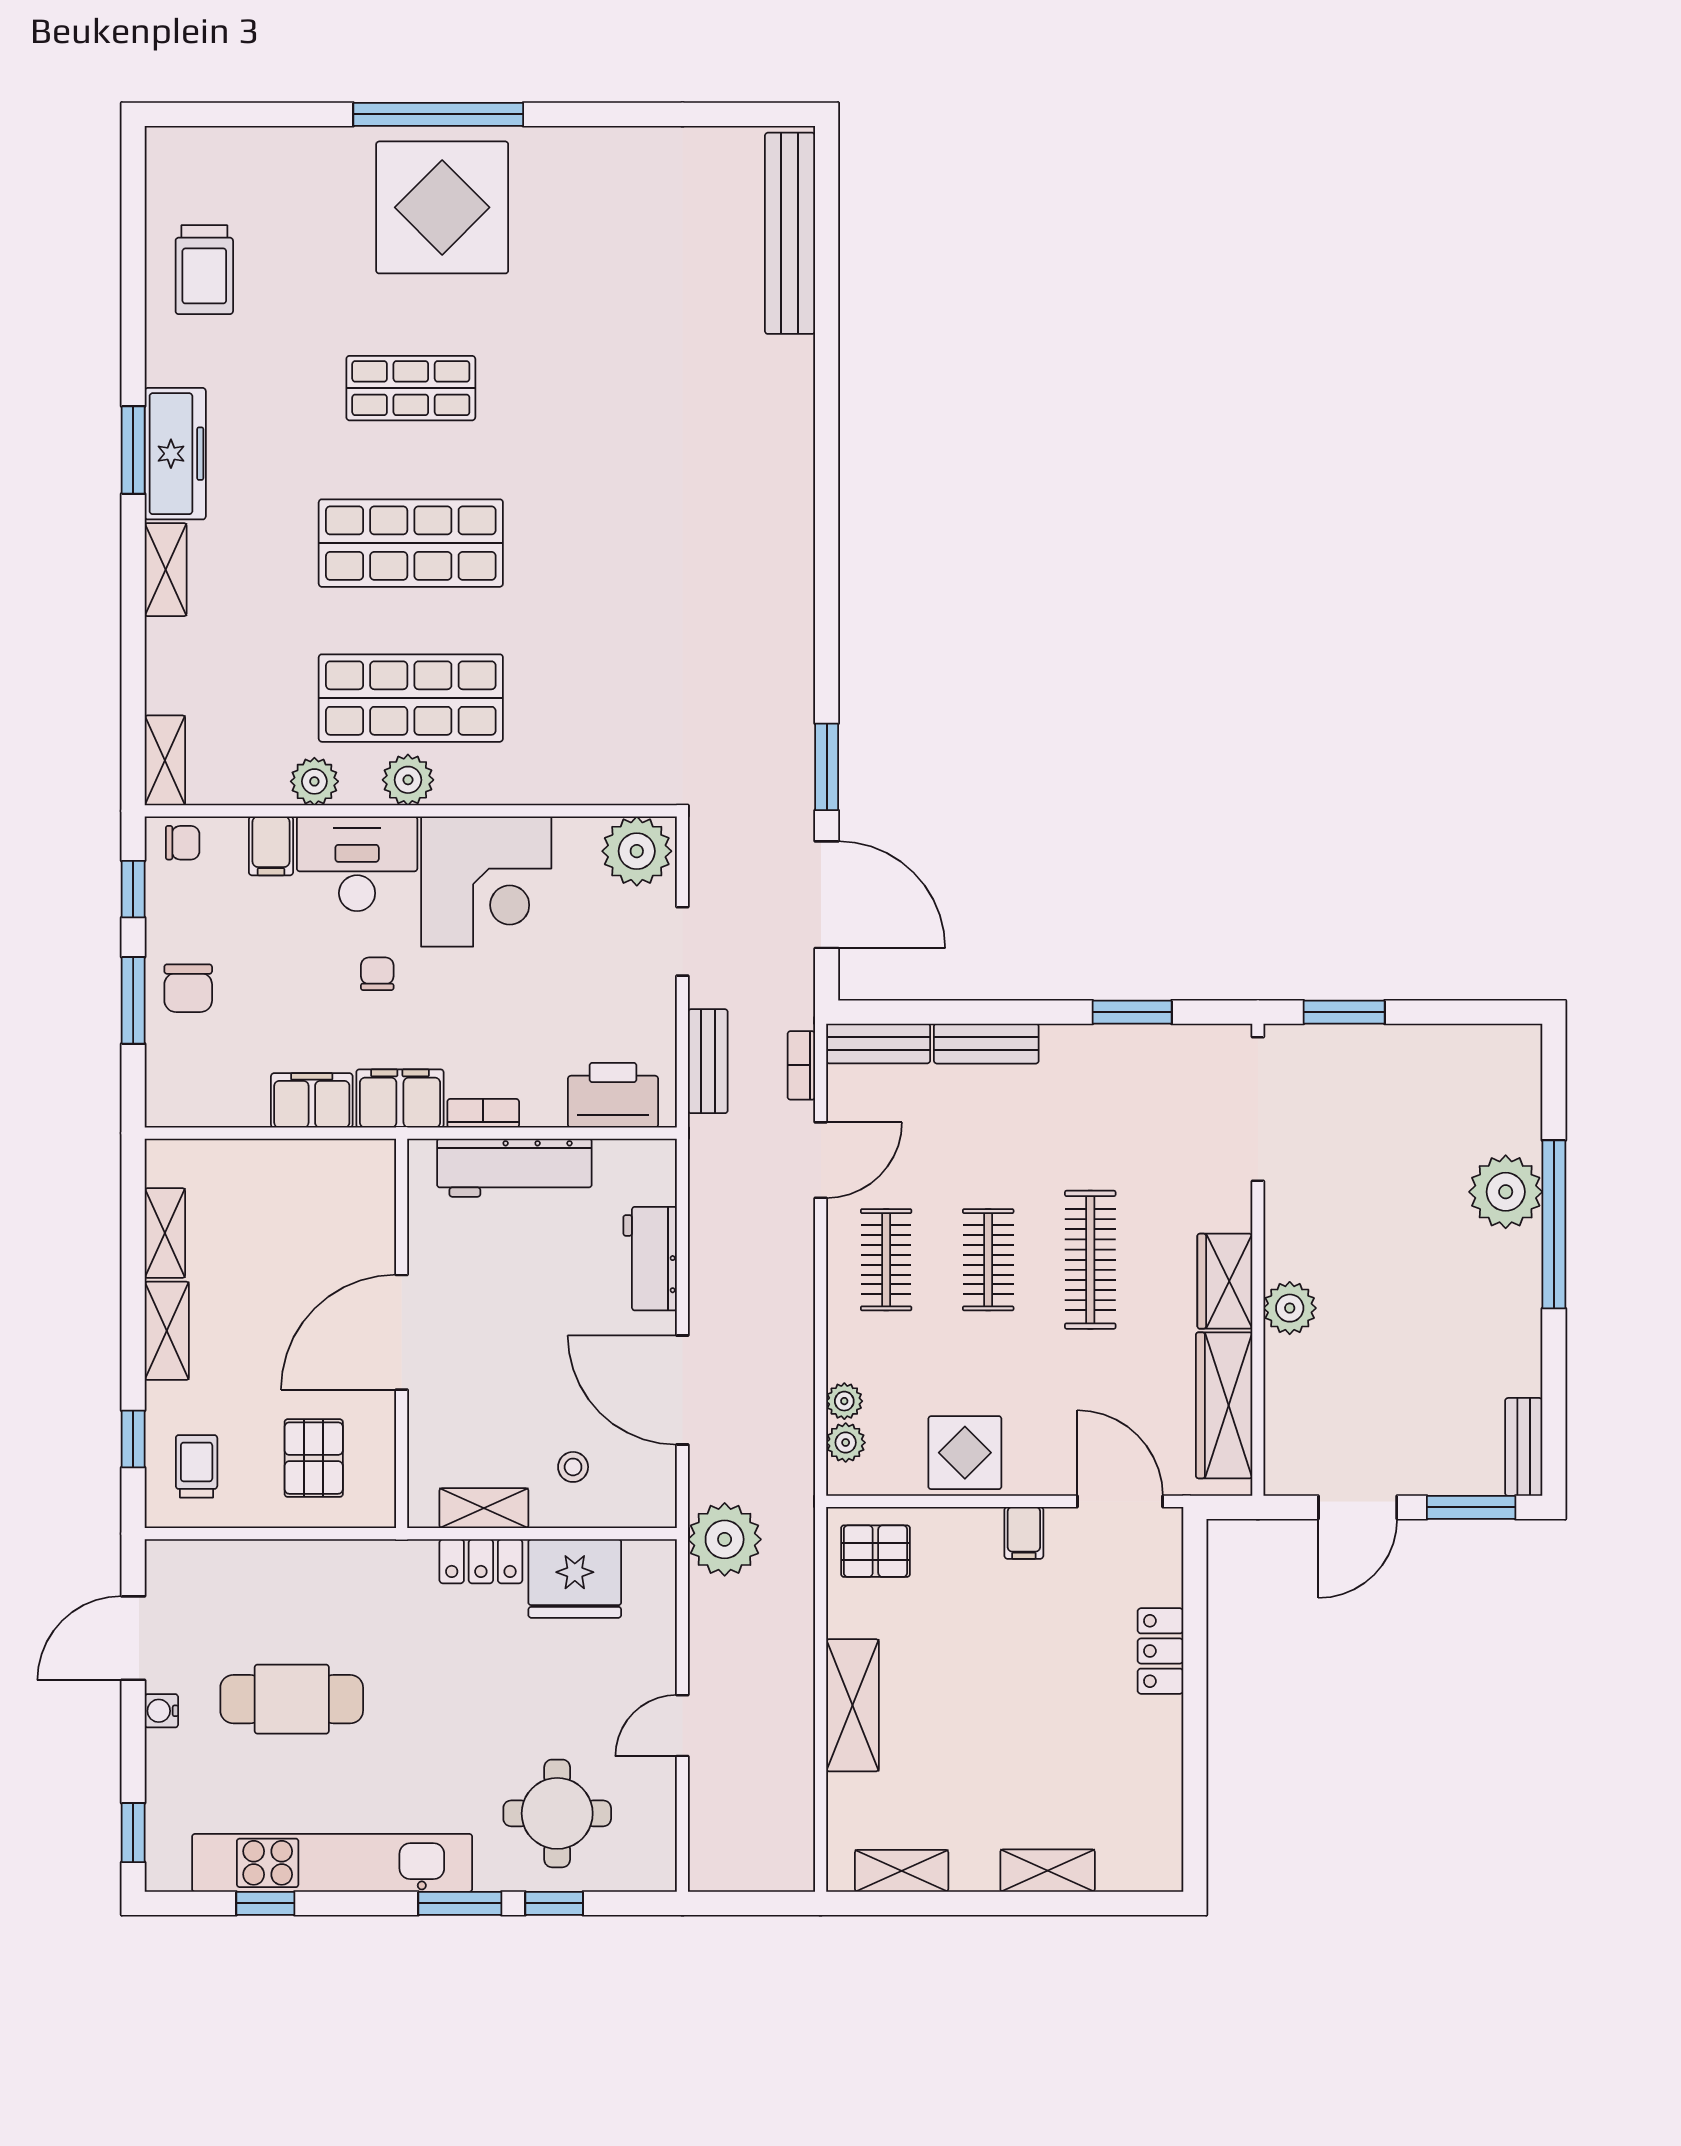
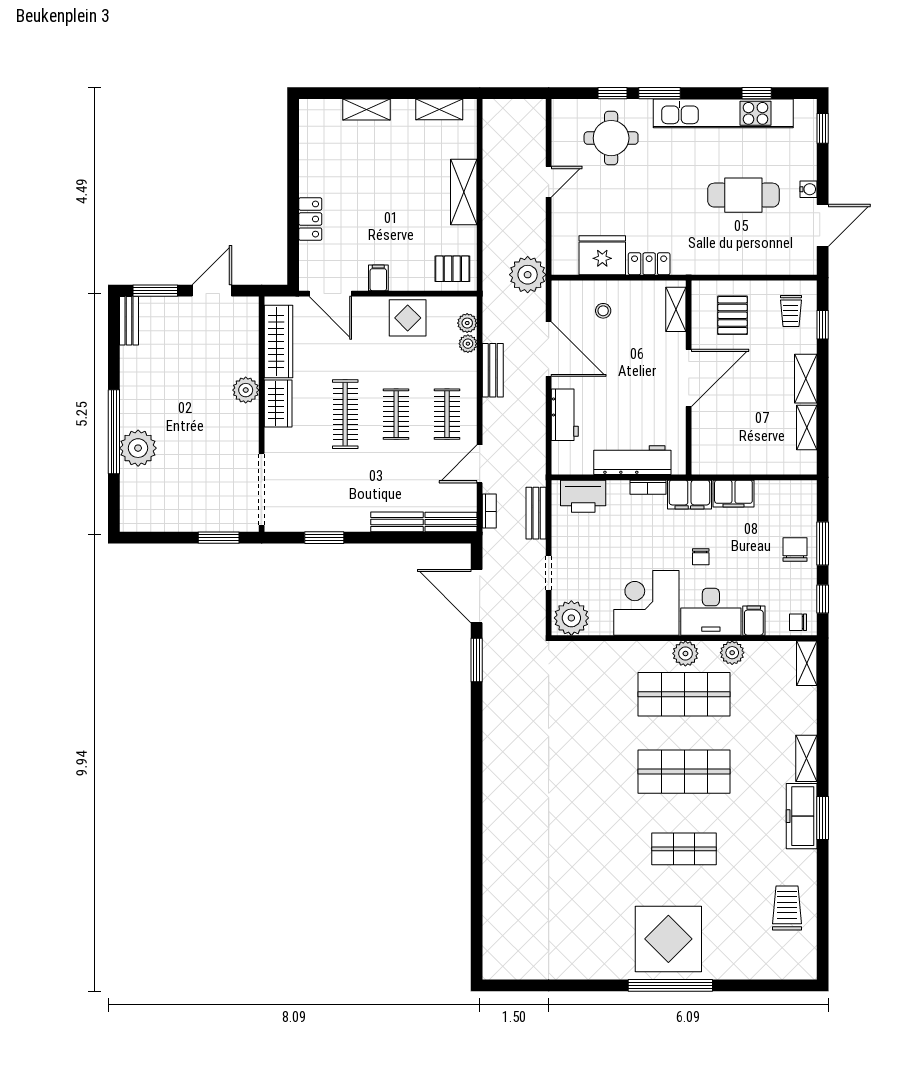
bench: (790, 233) -> (493, 370), moved, width x0.54, depth x0.82
shelving: (484, 1508) -> (676, 309), moved, turned 90

